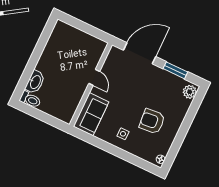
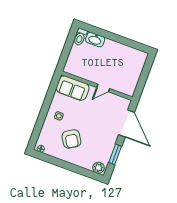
armchair: (152, 121) -> (71, 139), turned 153

